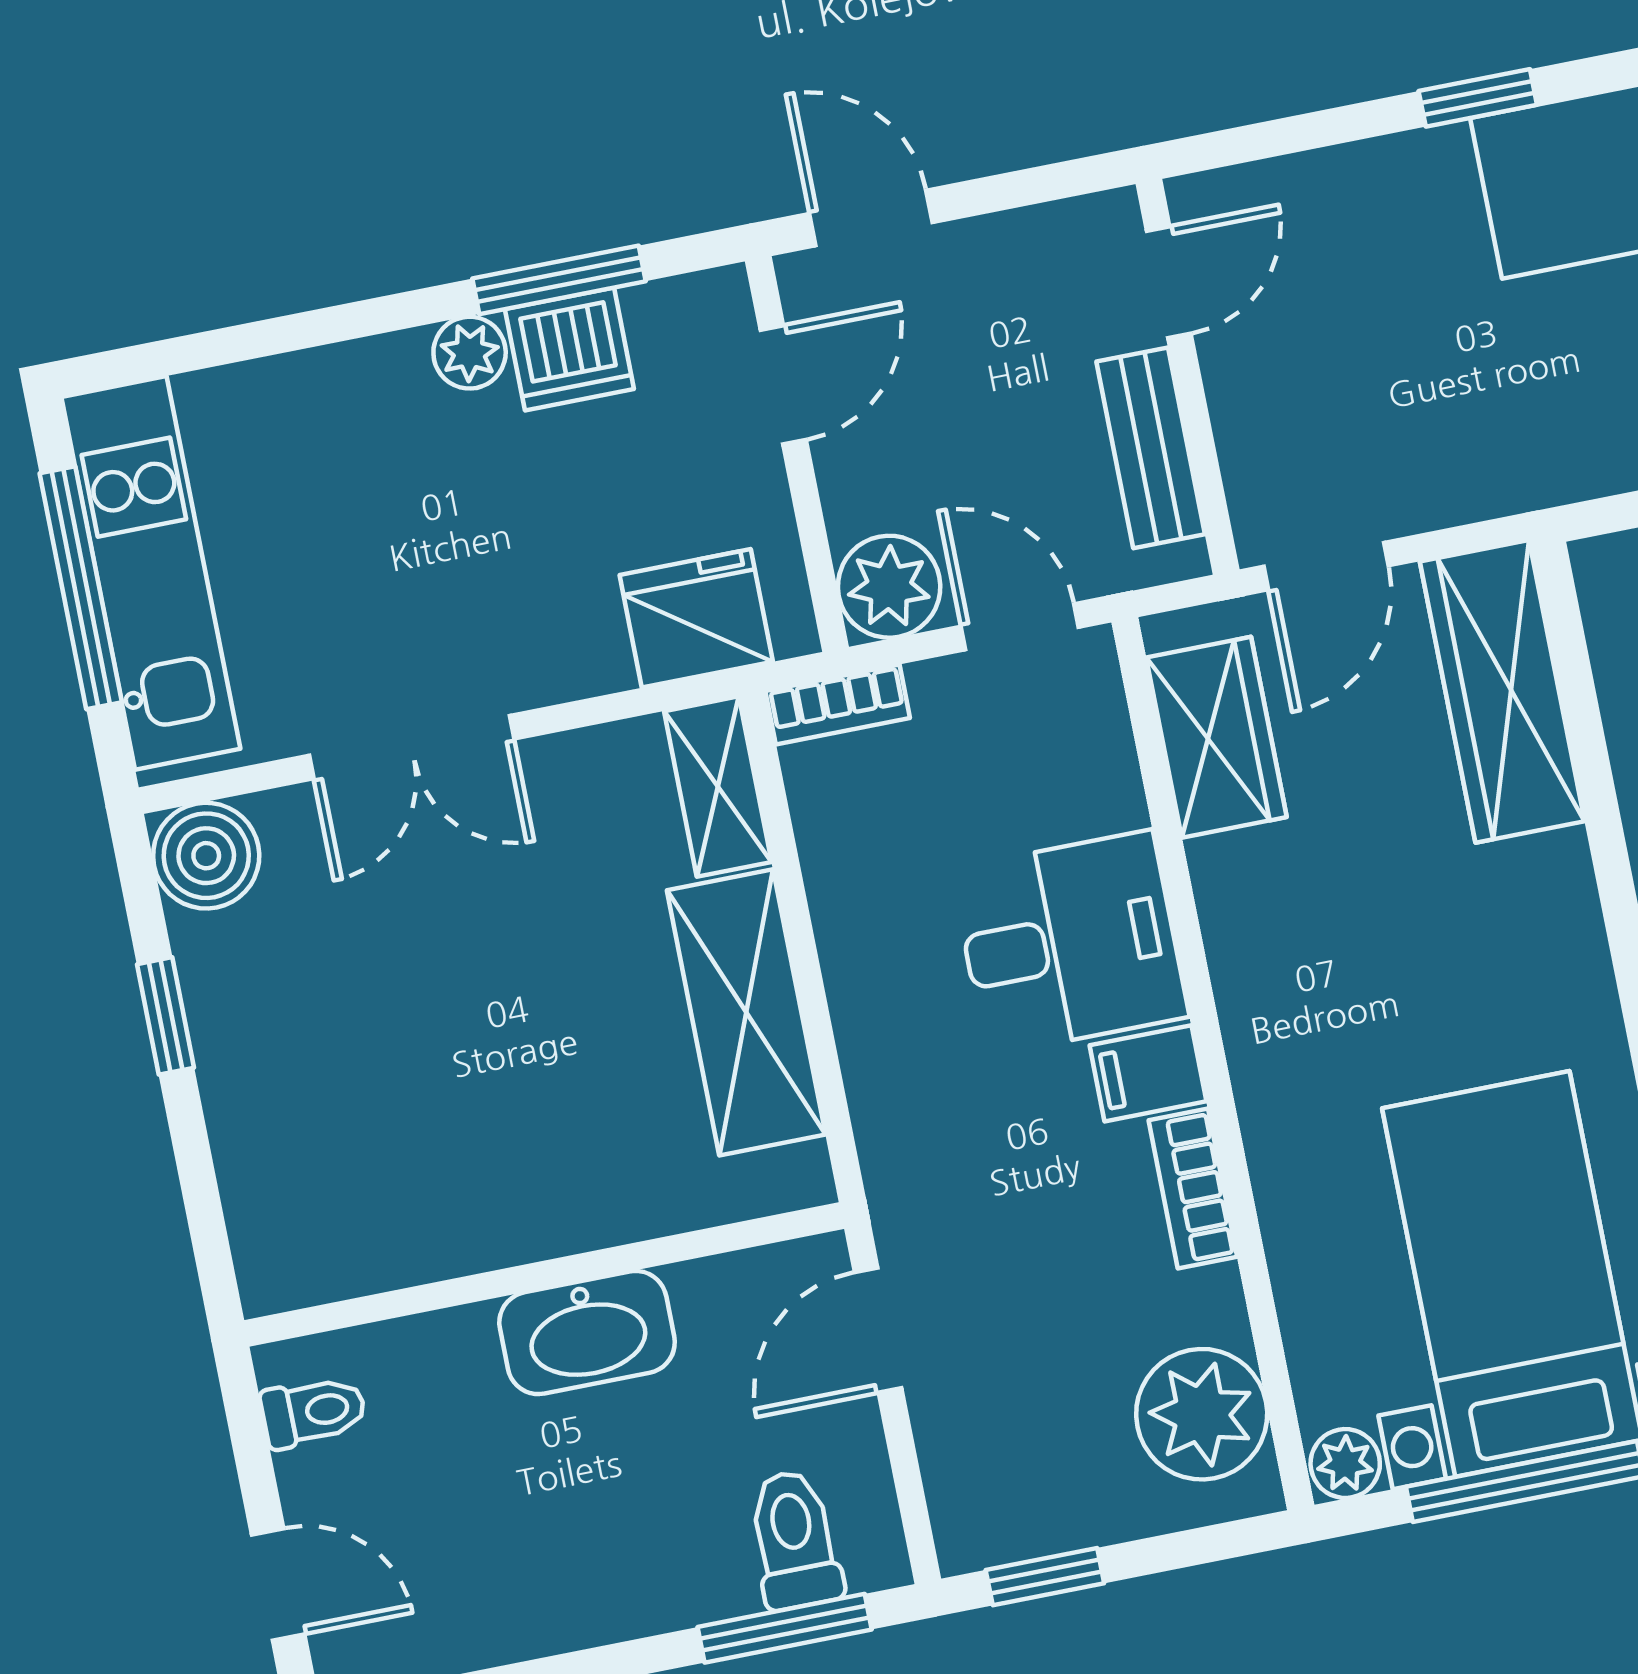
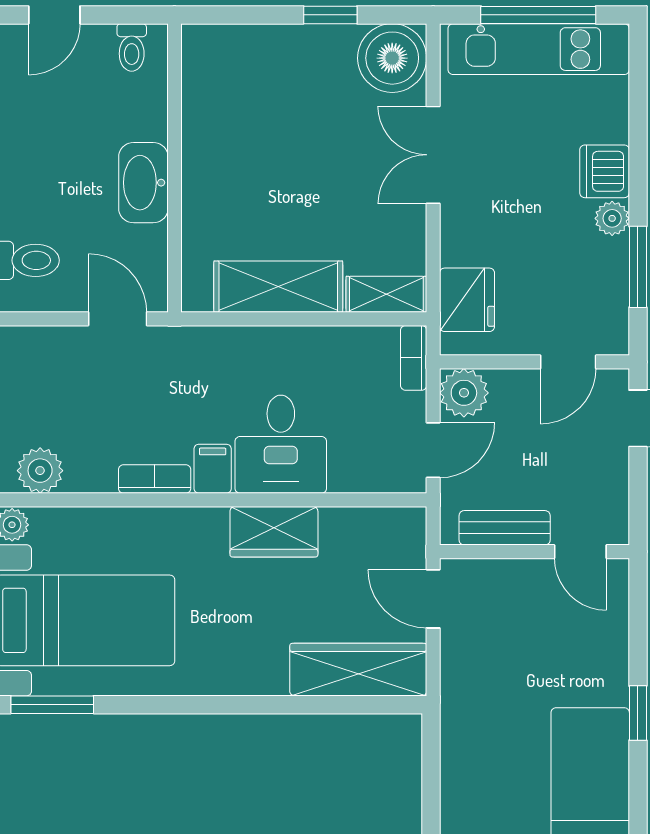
dishwasher: (569, 349) -> (605, 171), moved
door: (783, 385) -> (568, 362), hinge flipped
wardrobe: (1216, 737) -> (274, 532), moved
boiler: (206, 856) -> (392, 58), width x1.37, depth x1.37
plant: (1202, 1414) -> (40, 471), width x0.73, depth x0.73

